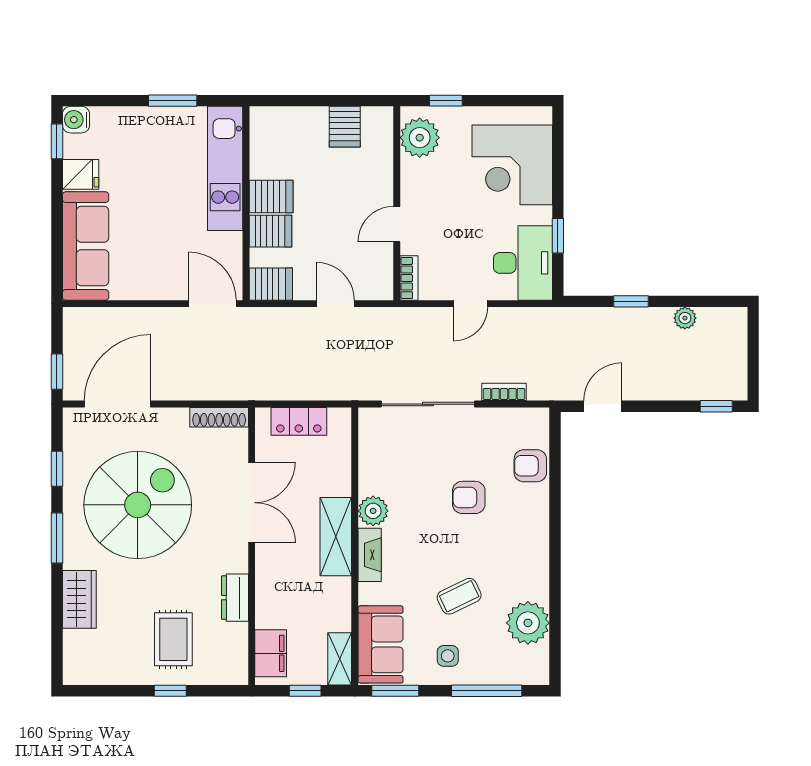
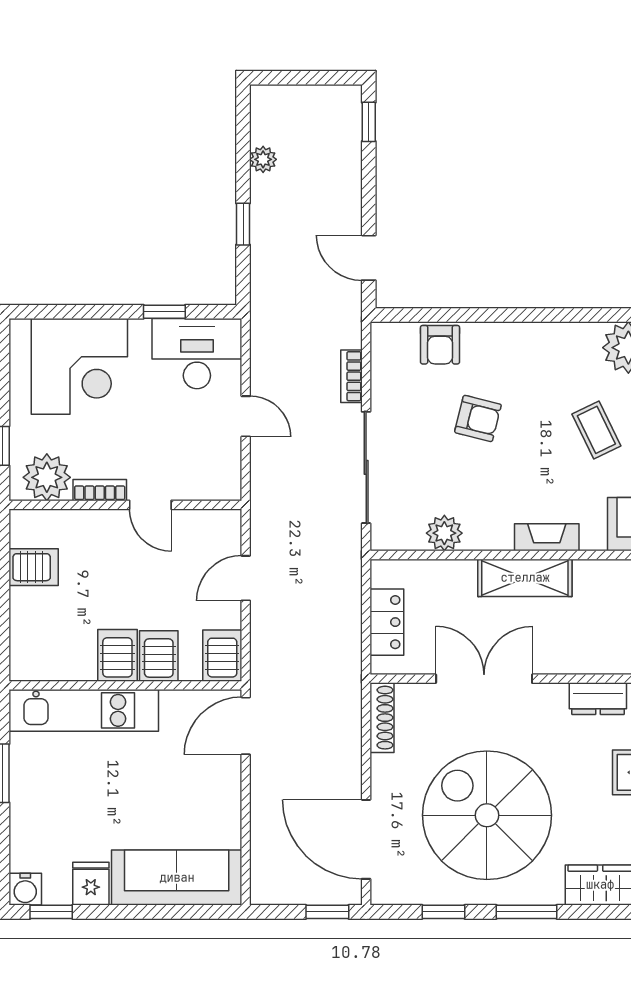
bookcase: (409, 278) -> (100, 490), moved
armchair: (469, 497) -> (478, 418), turned -76
plant: (373, 511) -> (444, 533), moved

